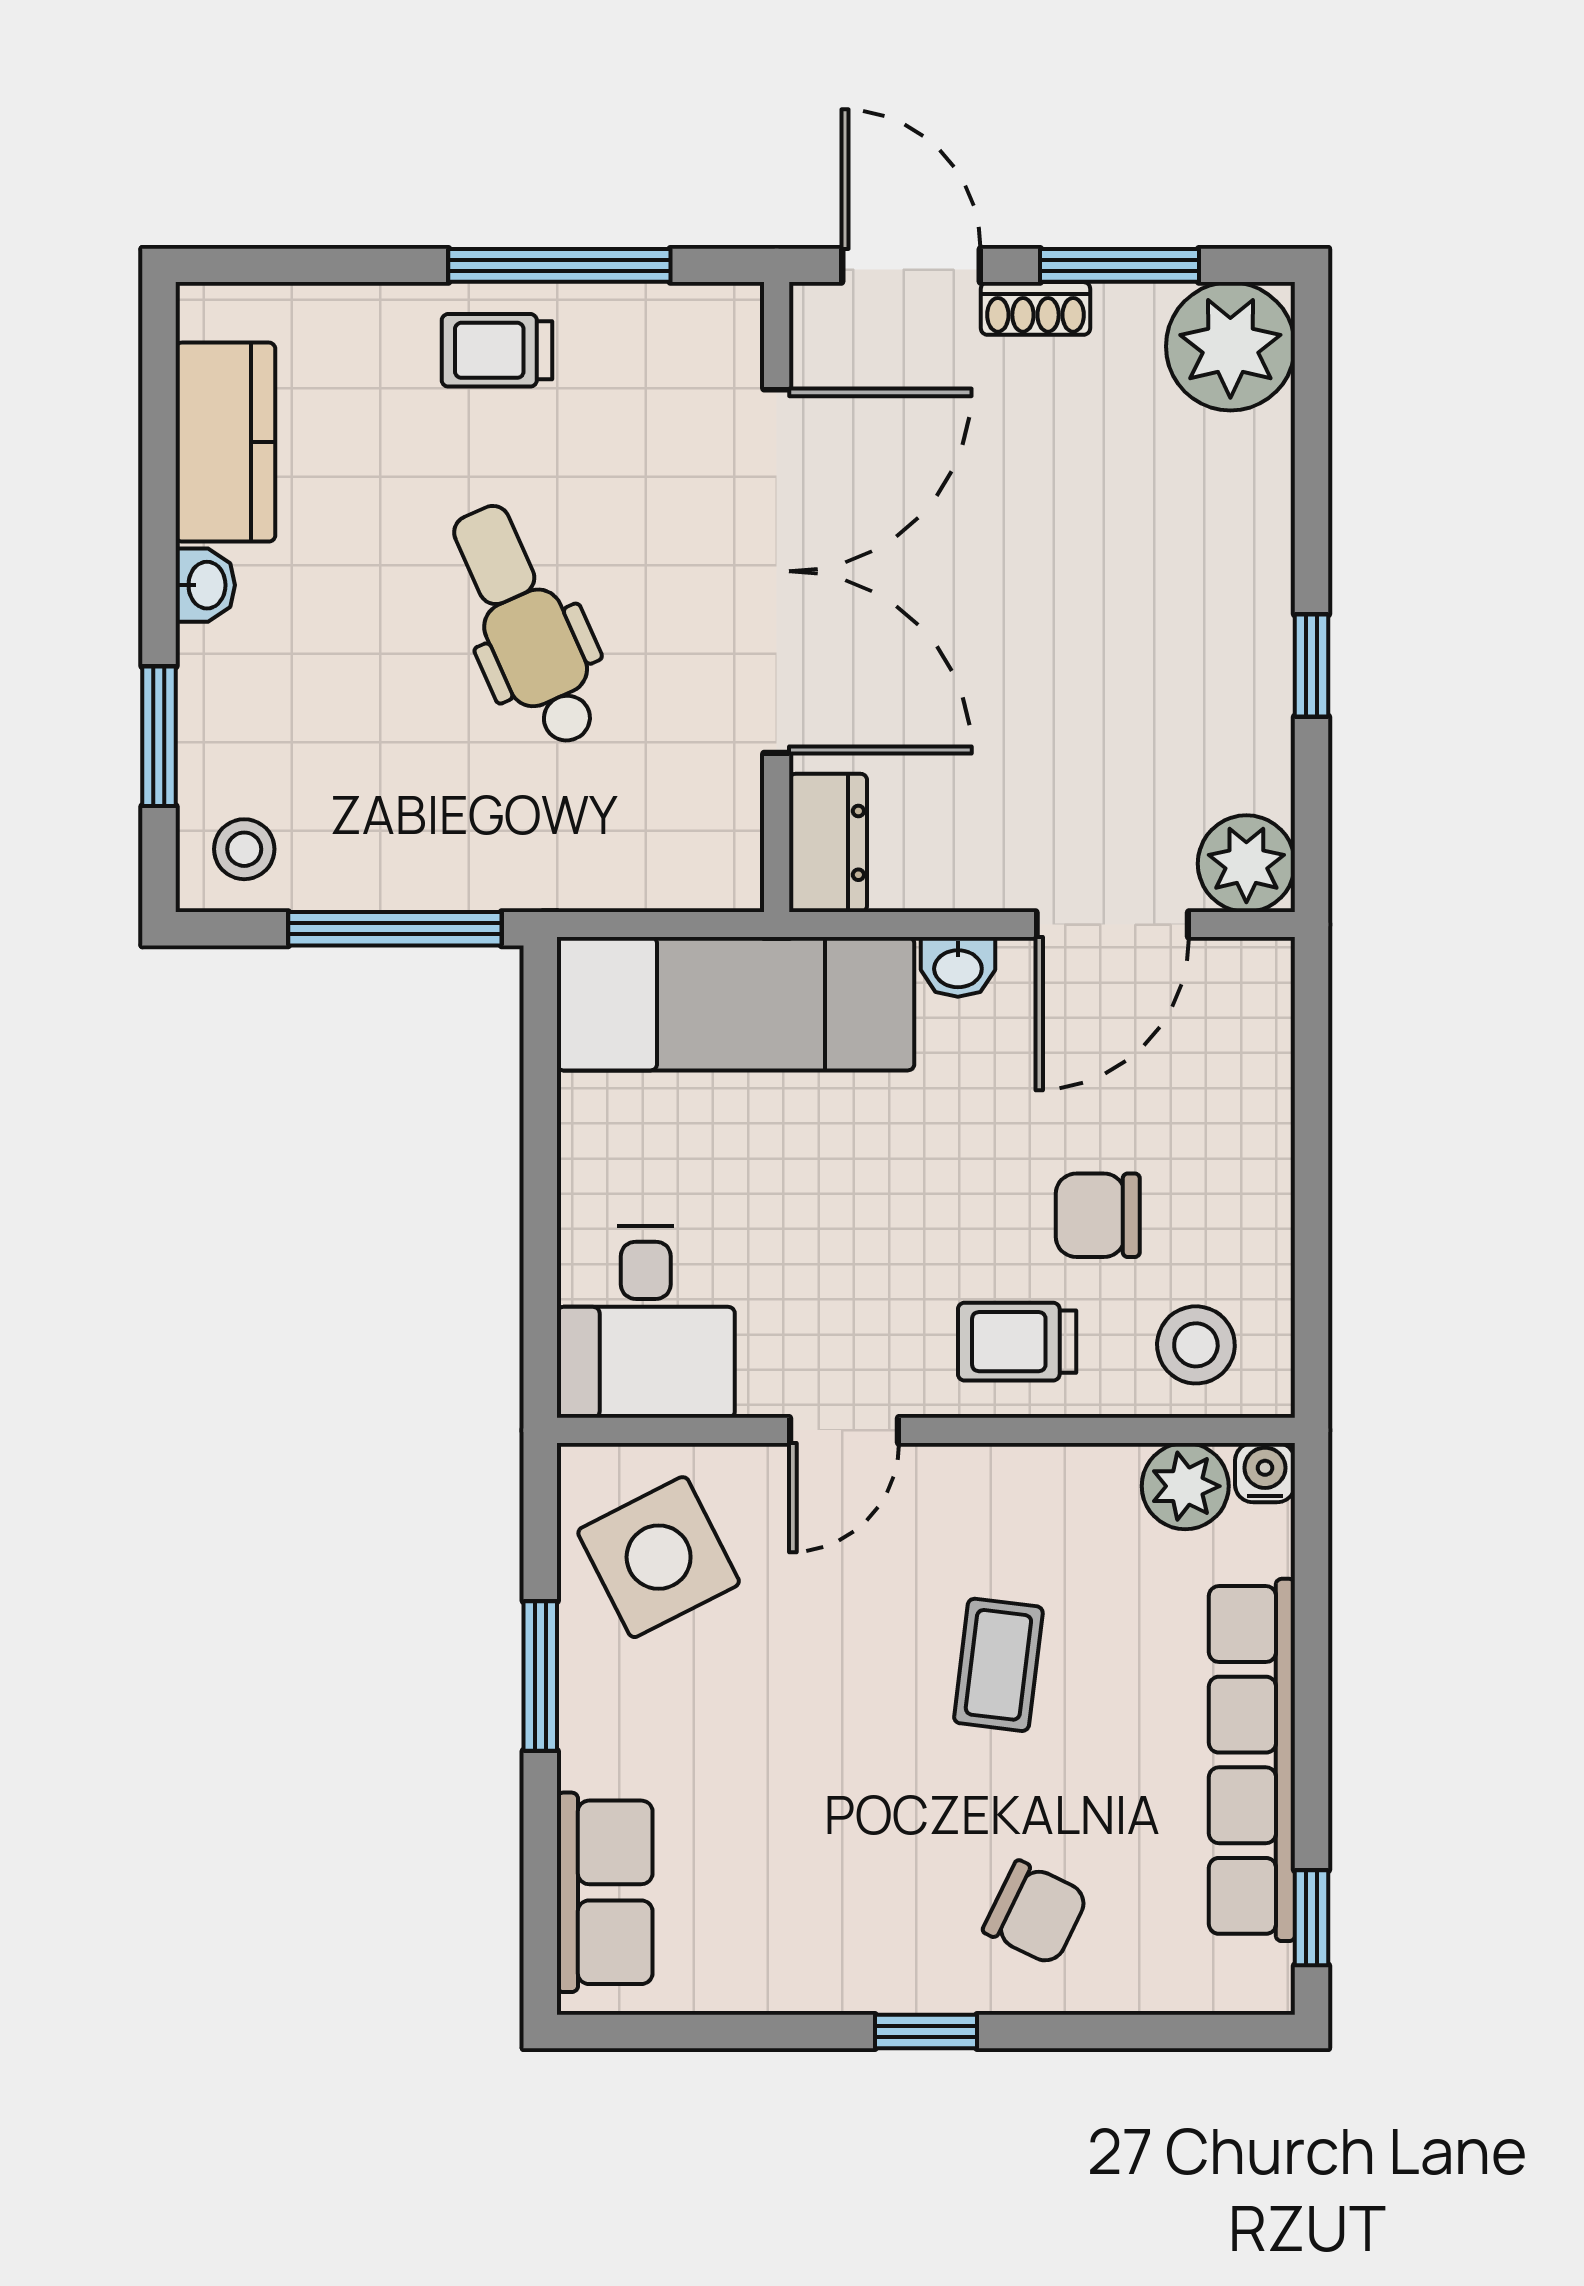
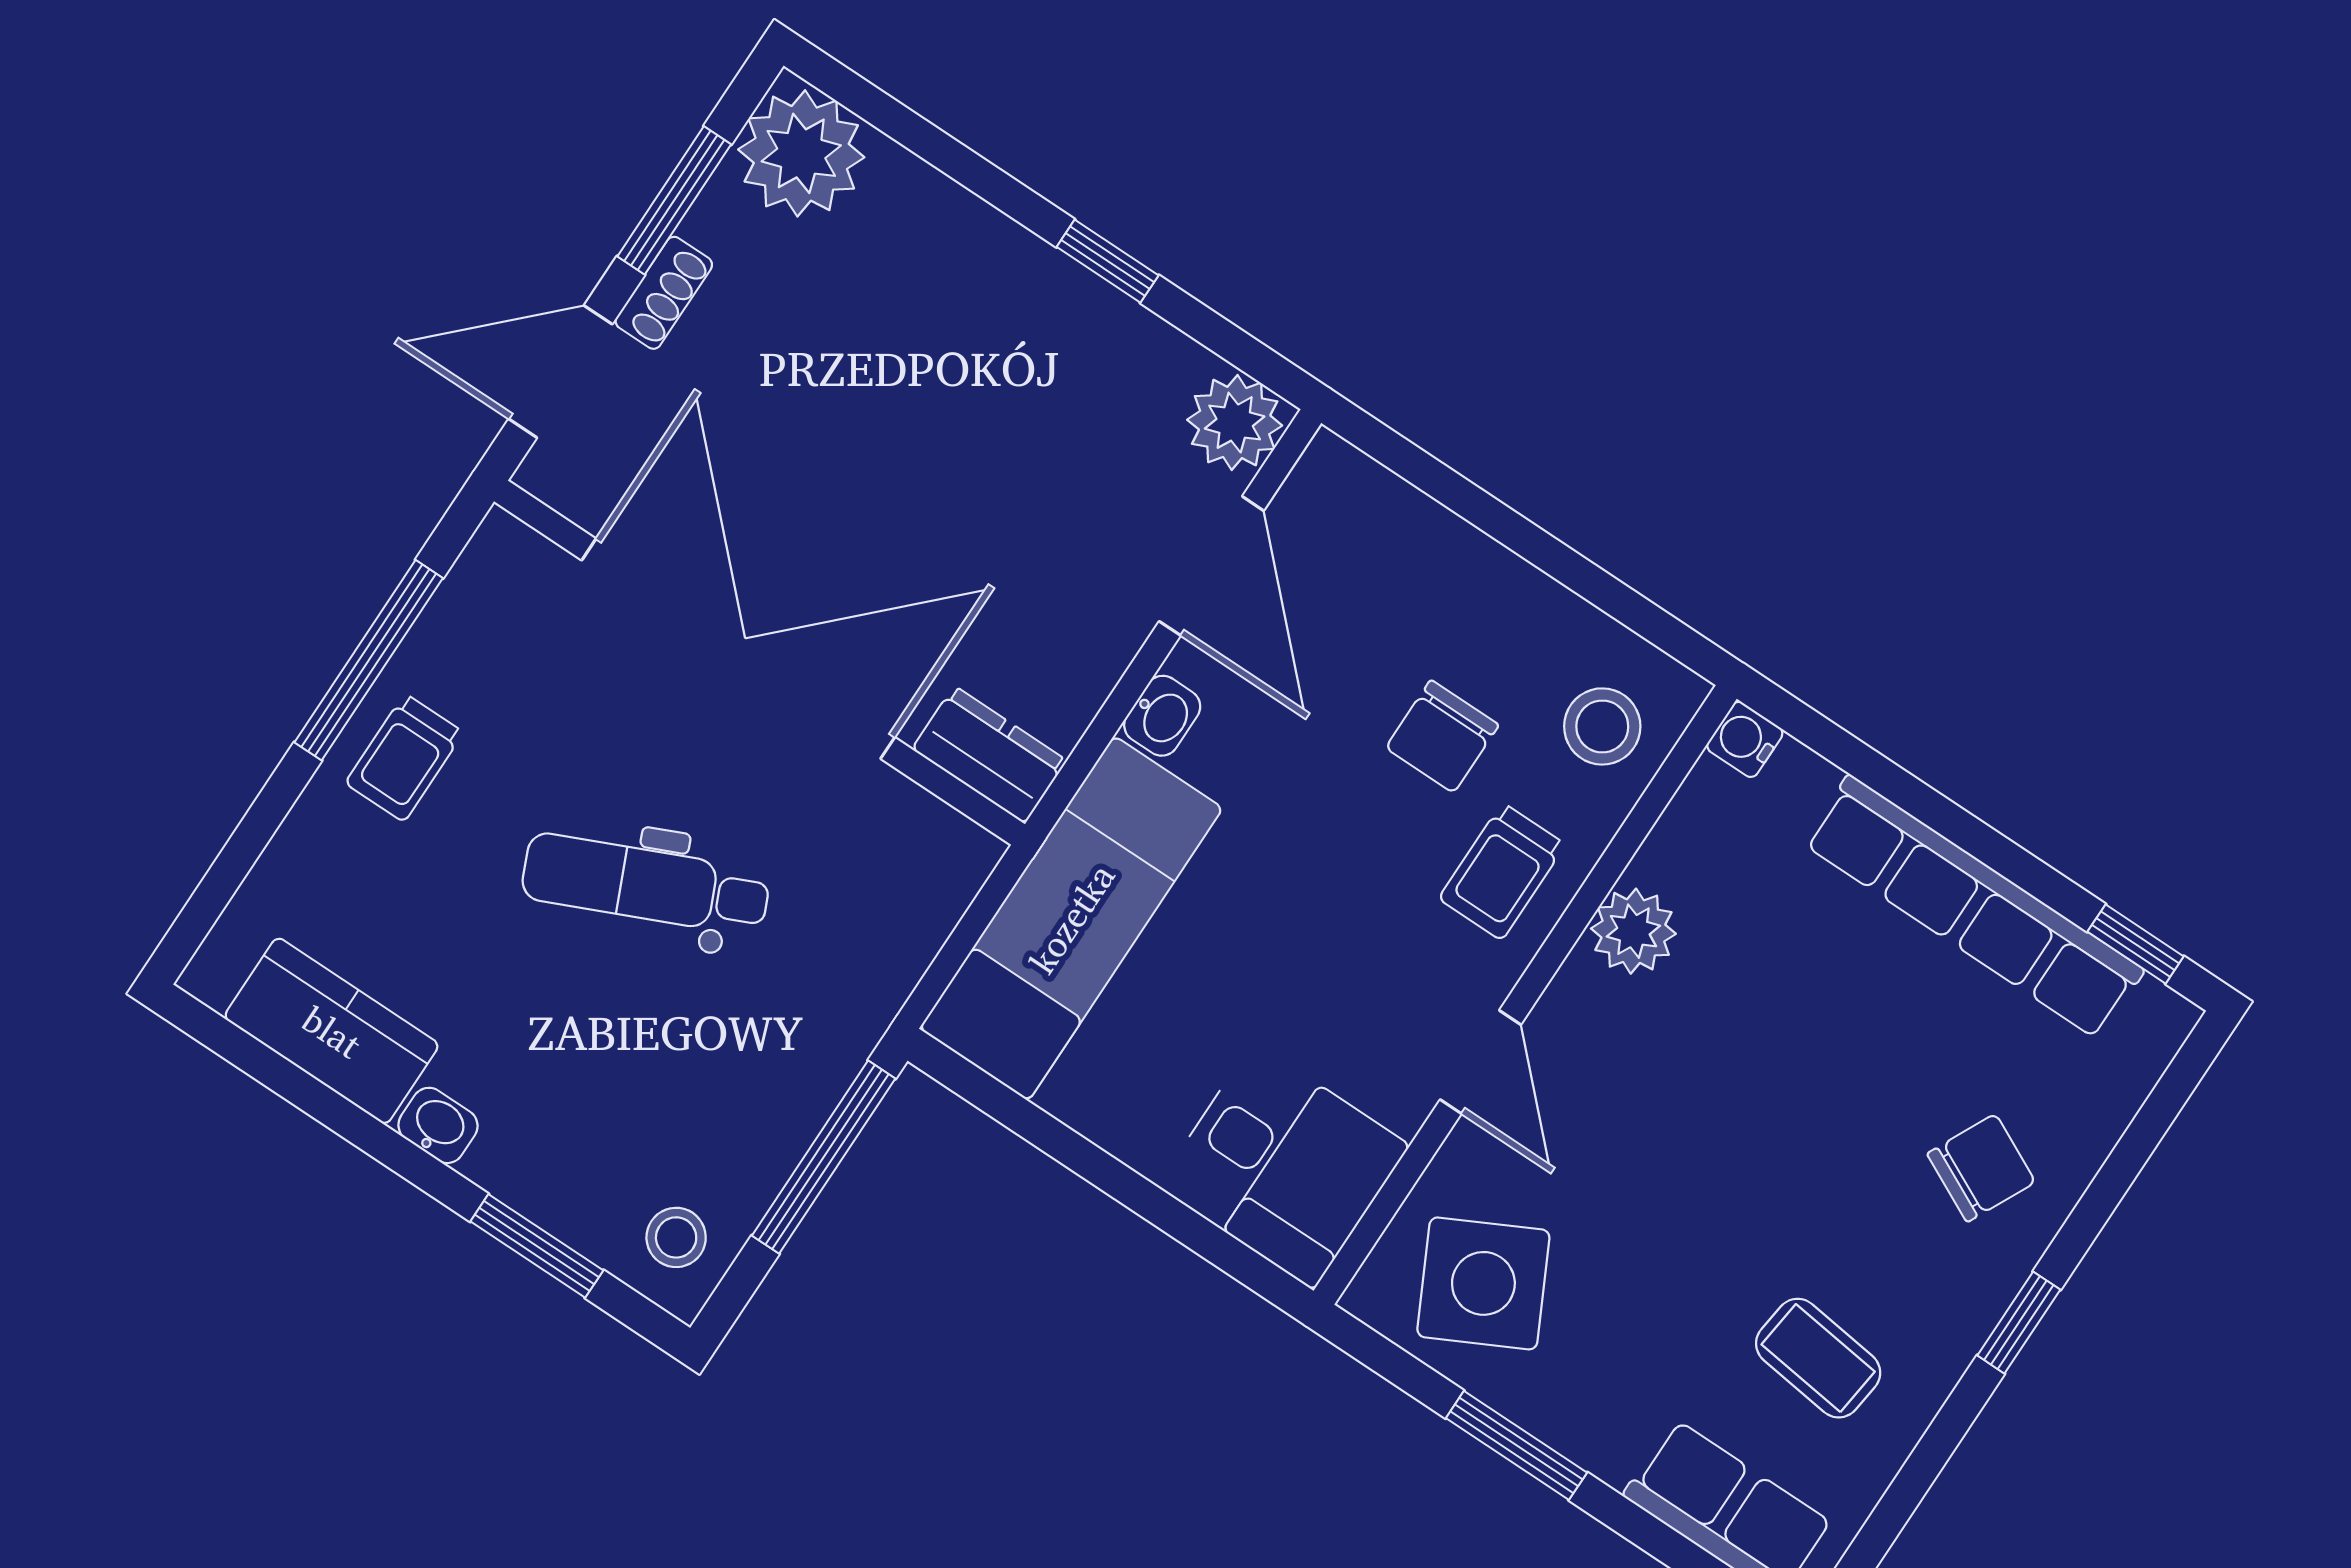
plant: (1185, 1486) -> (1633, 931), moved
coffee table: (998, 1665) -> (1818, 1358), moved

